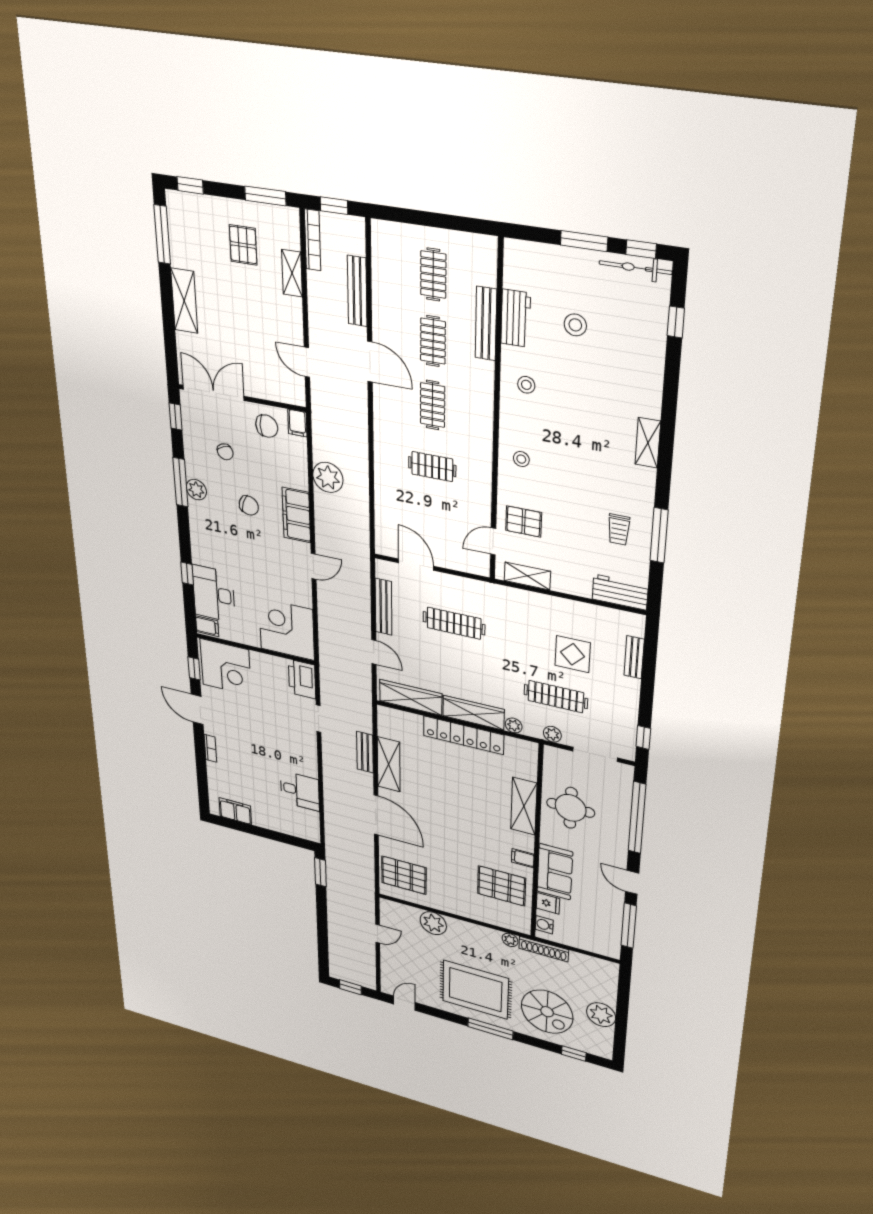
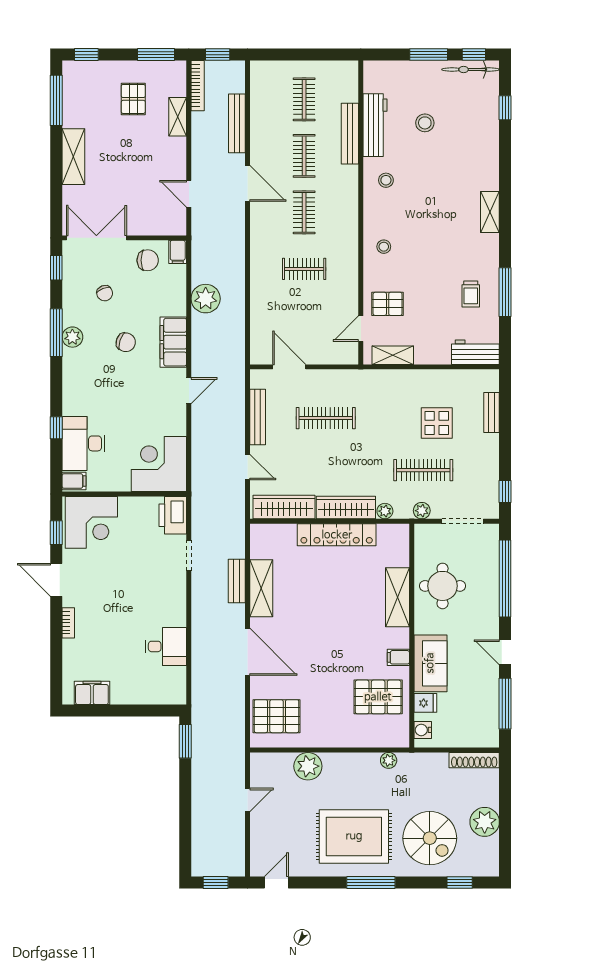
workbench: (516, 318) -> (375, 125), width x1.38
shoe rack: (544, 949) -> (474, 760), moved

